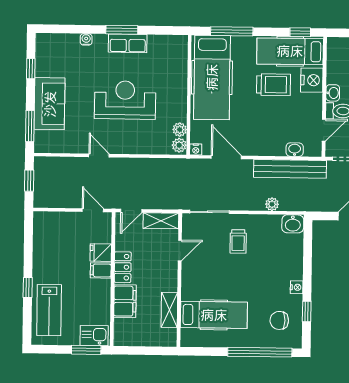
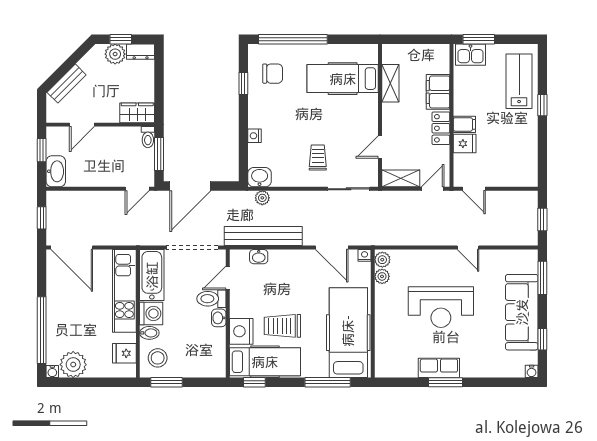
water cooler: (86, 39) -> (532, 371), moved
sofa: (50, 104) -> (522, 312), width x1.36
plant: (272, 204) -> (262, 198), moved
nightstand: (297, 287) -> (255, 136), moved

